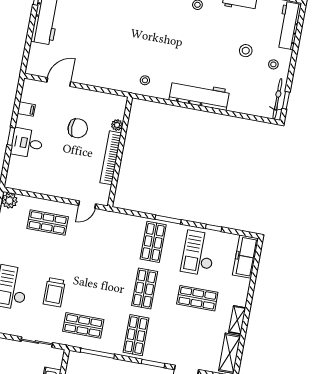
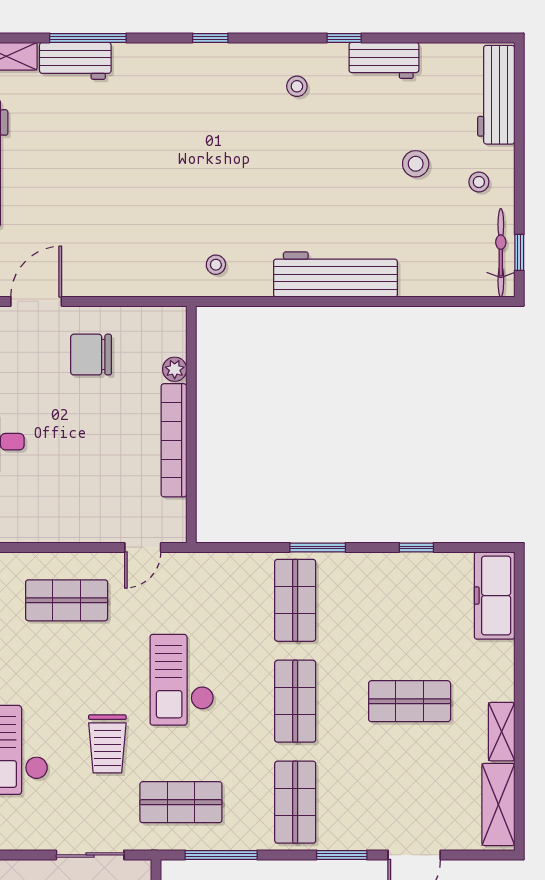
chair: (78, 128) -> (91, 355), moved, turned 180
checkout: (199, 253) -> (182, 680), moved

